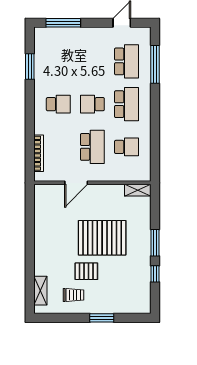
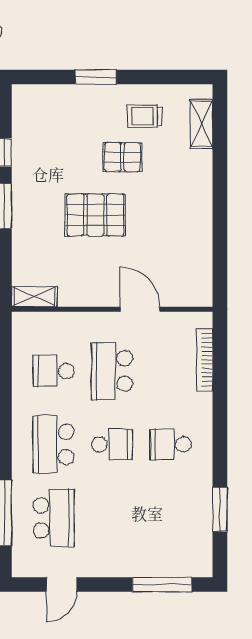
school desk: (126, 61) -> (54, 518), turned 180
door: (76, 183) -> (140, 309), hinge flipped
pallet: (102, 238) -> (95, 215), width x0.73, depth x0.71

